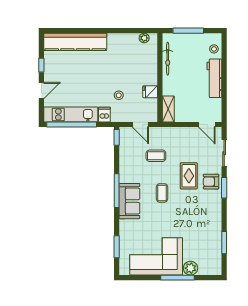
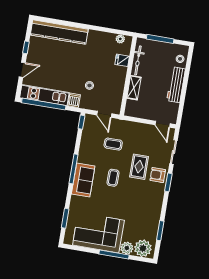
fridge: (150, 92) -> (122, 60), moved
shelving: (168, 109) -> (134, 88), moved
plant: (208, 265) -> (143, 248), added

